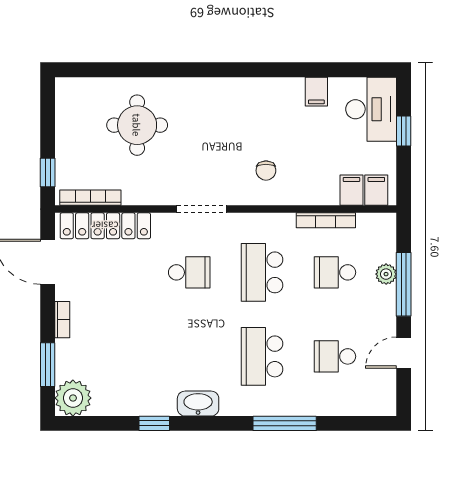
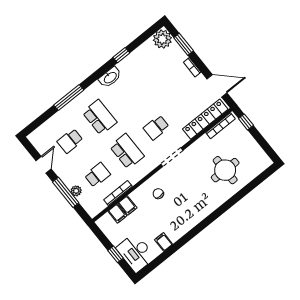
filing cabinet: (376, 190) -> (127, 205), moved
school desk: (335, 356) -> (70, 141), turned 180

